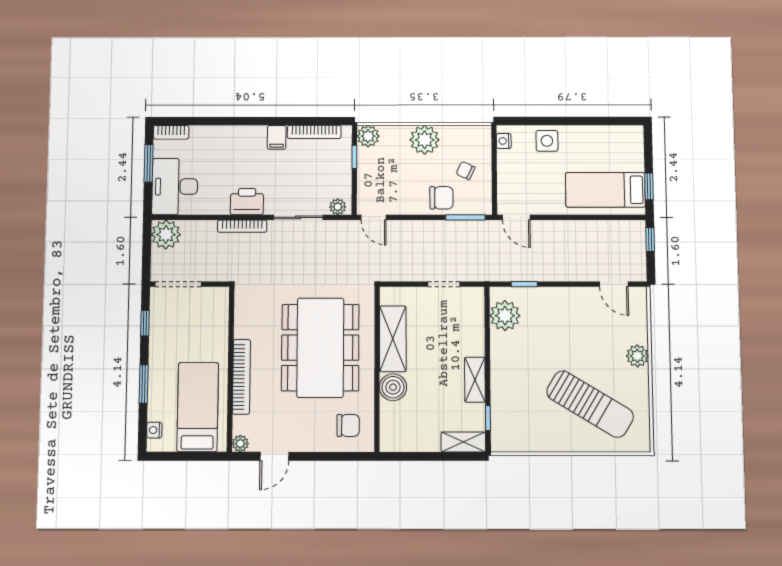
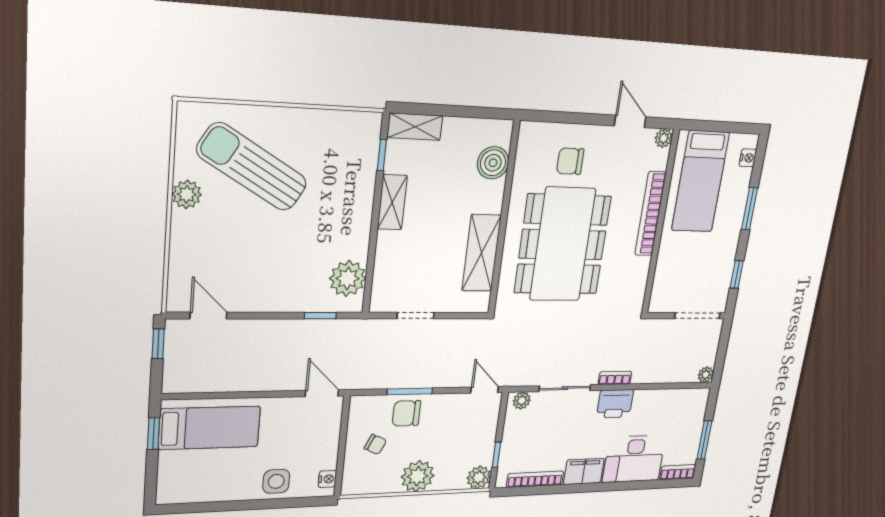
filing cabinet: (277, 137) -> (584, 471), width x2.00
desk: (175, 187) -> (634, 459), moved, turned 90
window: (465, 217) -> (410, 391), moved
bookcase: (242, 226) -> (615, 378), width x0.64
plant: (166, 235) -> (706, 375), width x0.53, depth x0.53
window: (650, 239) -> (158, 344), moved
plant: (637, 356) -> (187, 194), moved
boiler: (393, 387) -> (493, 163), moved
chair: (348, 425) -> (570, 161), moved
door: (274, 456) -> (630, 121), hinge flipped

